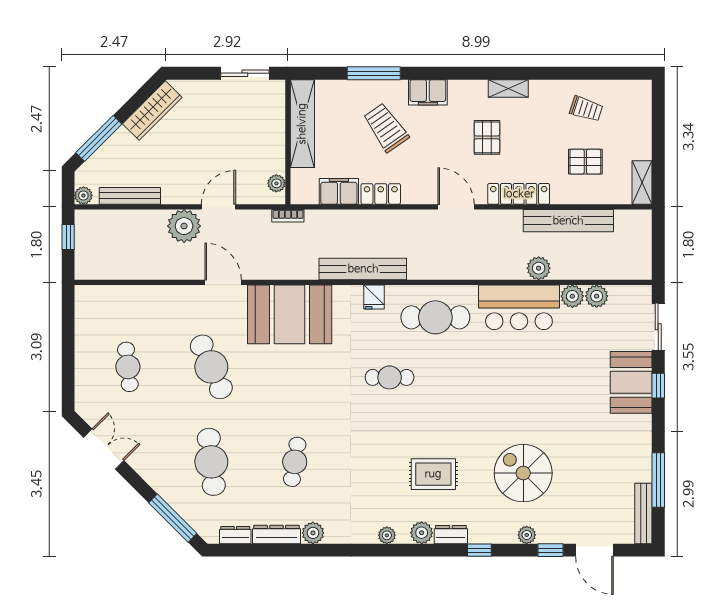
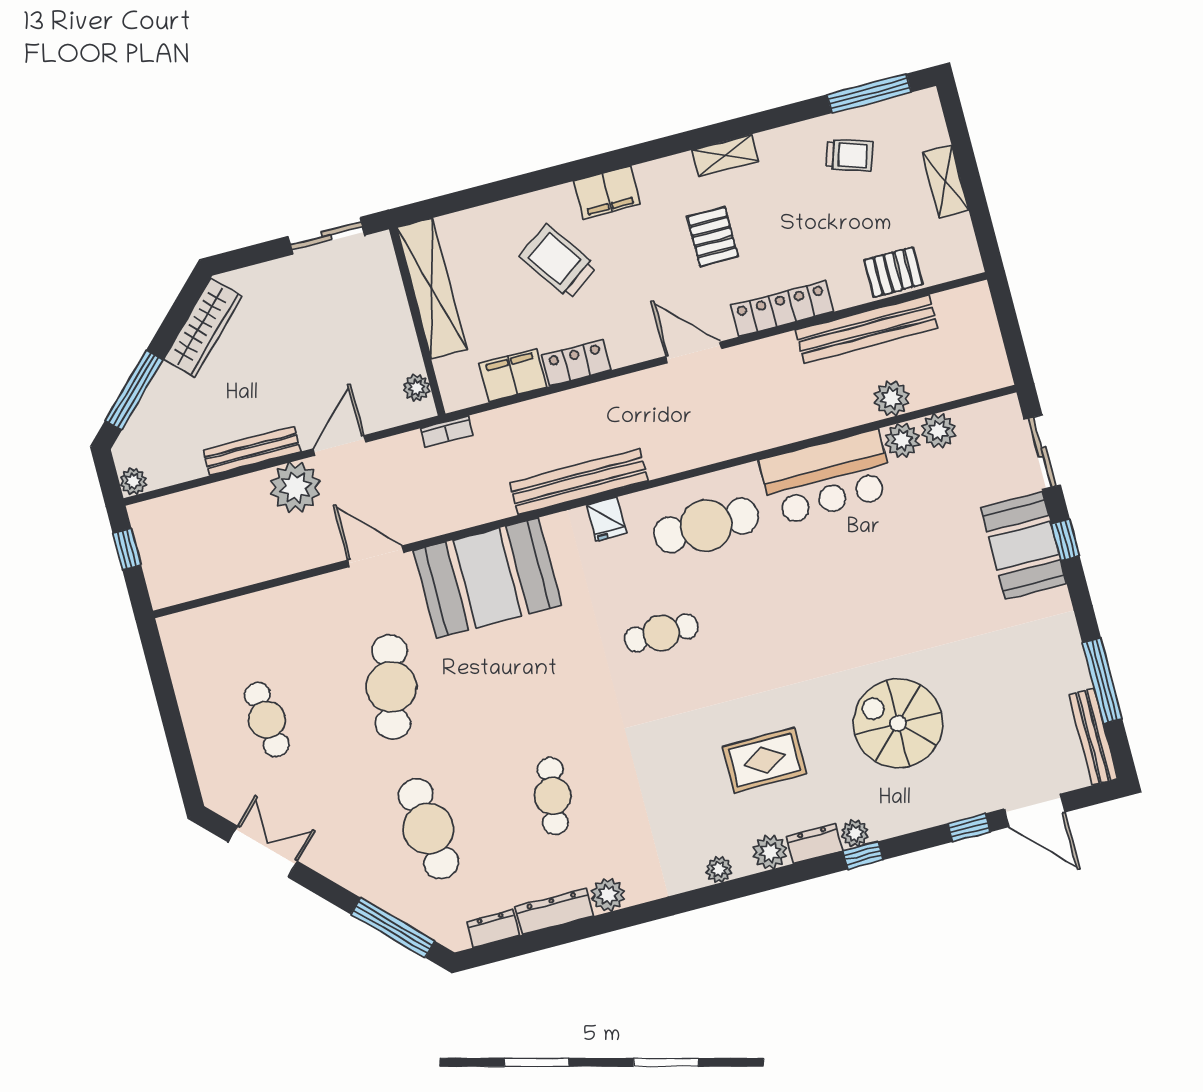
window: (374, 73) -> (869, 93), moved
pallet: (585, 162) -> (893, 272), moved
shelving: (642, 182) -> (945, 181), moved
bench: (130, 196) -> (252, 451), moved
plant: (539, 268) -> (891, 398), moved
cafe table: (211, 367) -> (391, 687), turned 36
plant: (527, 535) -> (855, 833), moved

